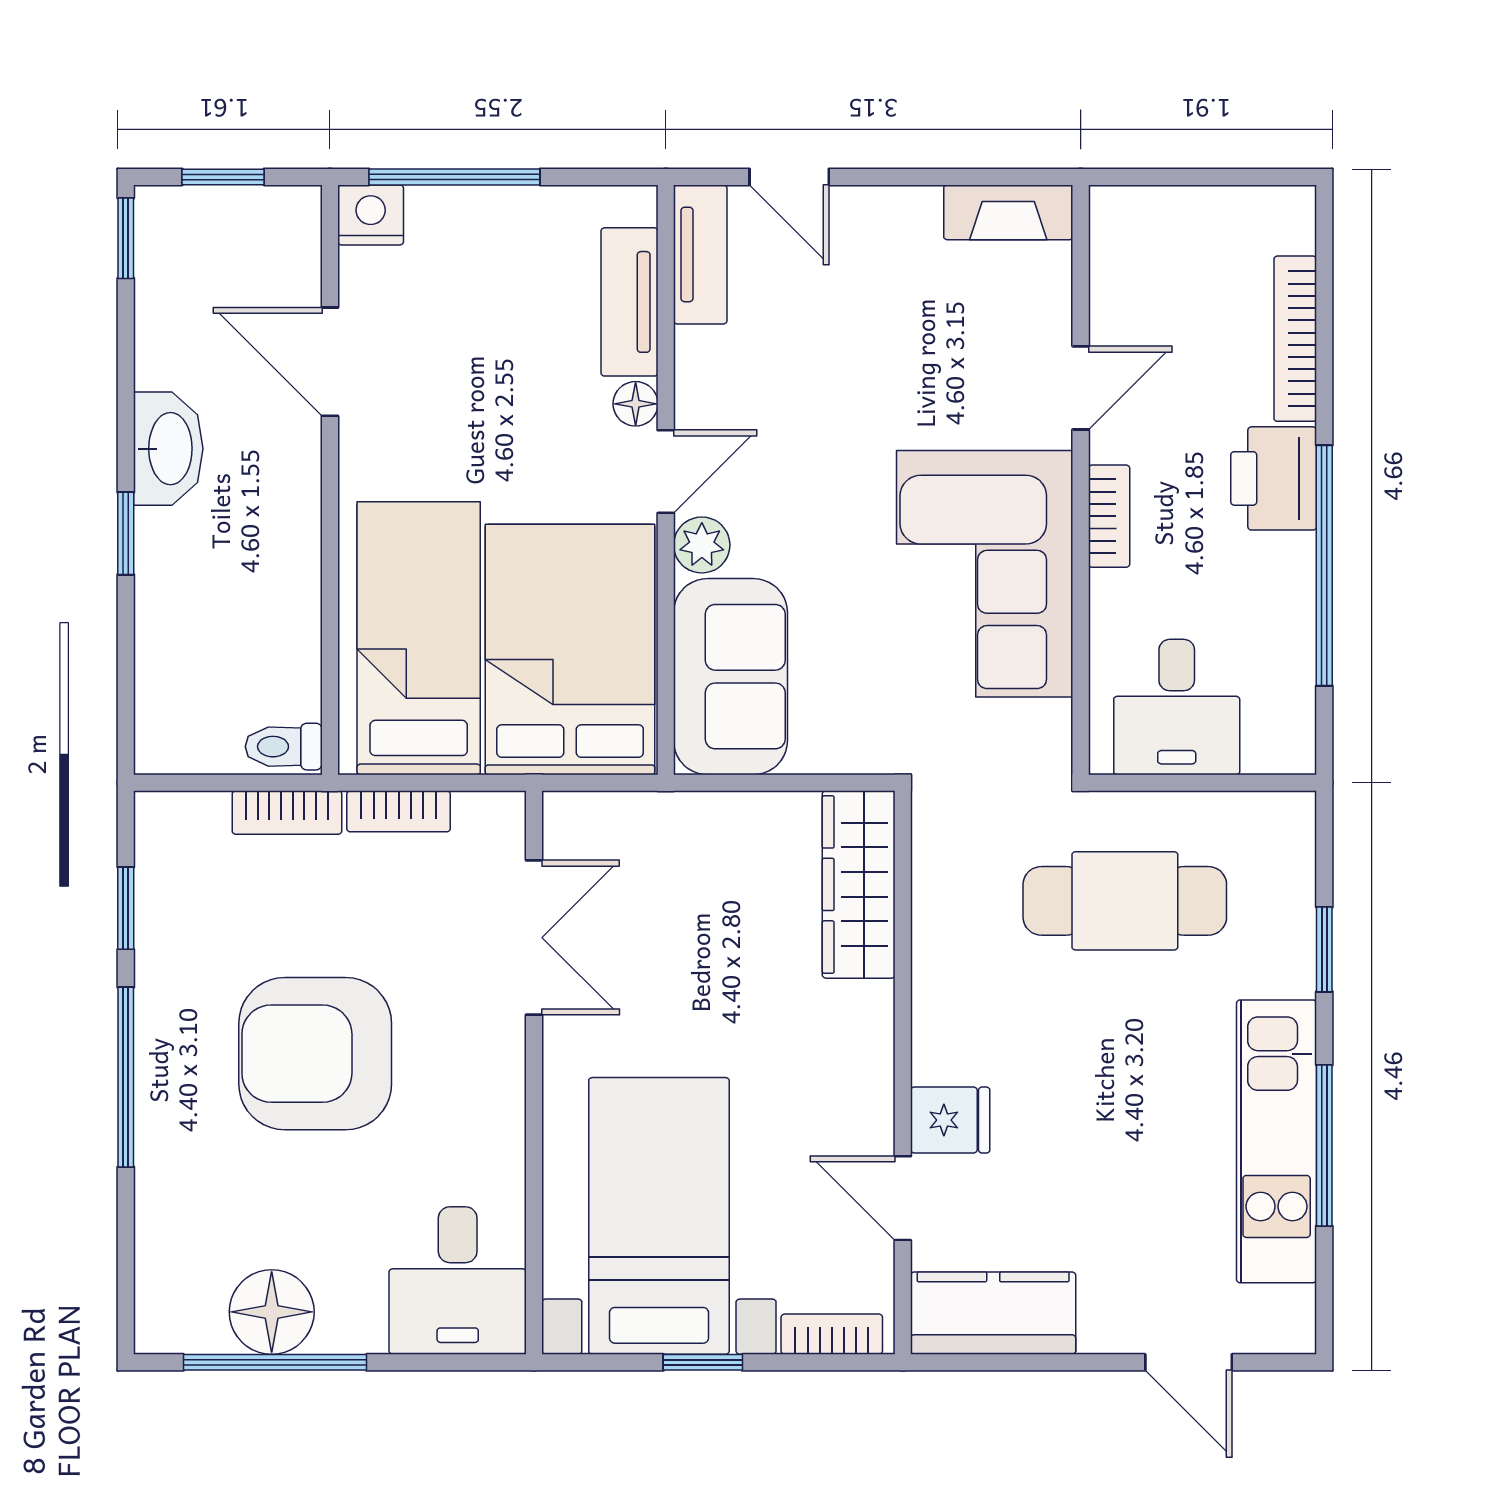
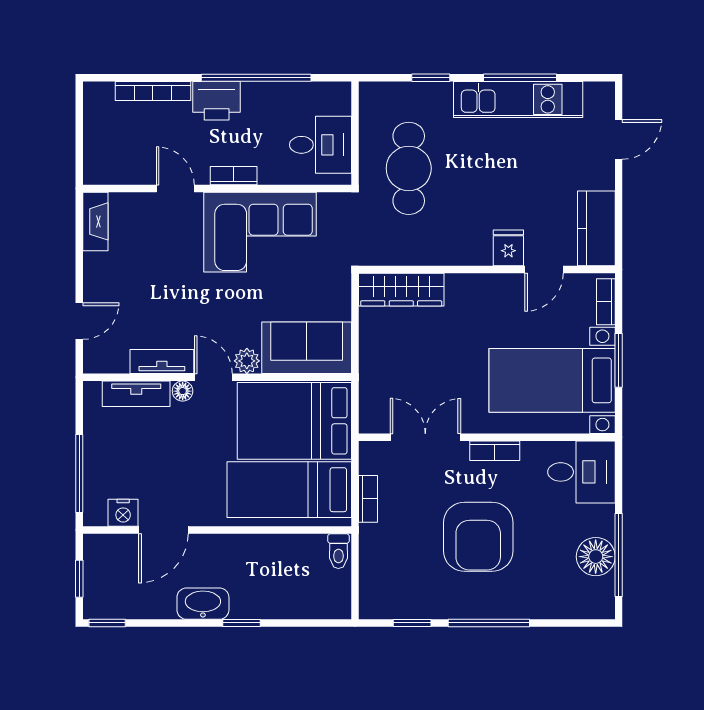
nightstand: (371, 215) -> (123, 513), moved, turned -90
tv unit: (700, 254) -> (162, 362), moved
bookcase: (287, 813) -> (495, 451), moved, turned 90
window: (703, 1362) -> (619, 360), width x1.50

